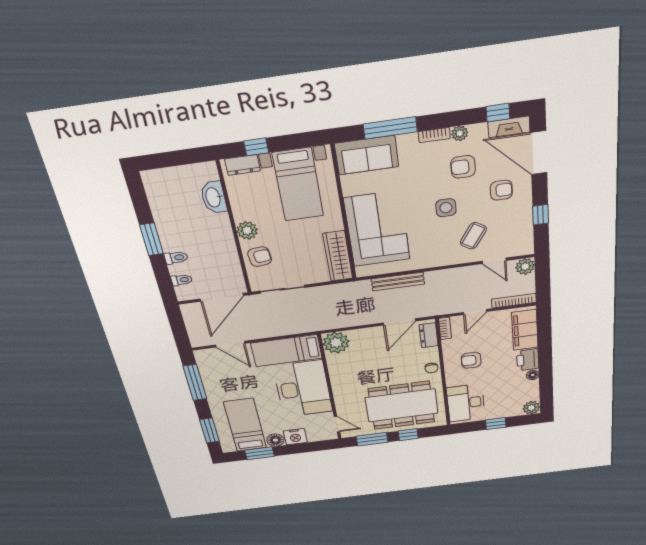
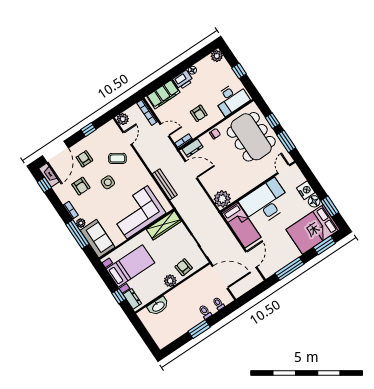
plant: (460, 133) -> (81, 223), moved
bed: (245, 425) -> (313, 229), width x1.50

